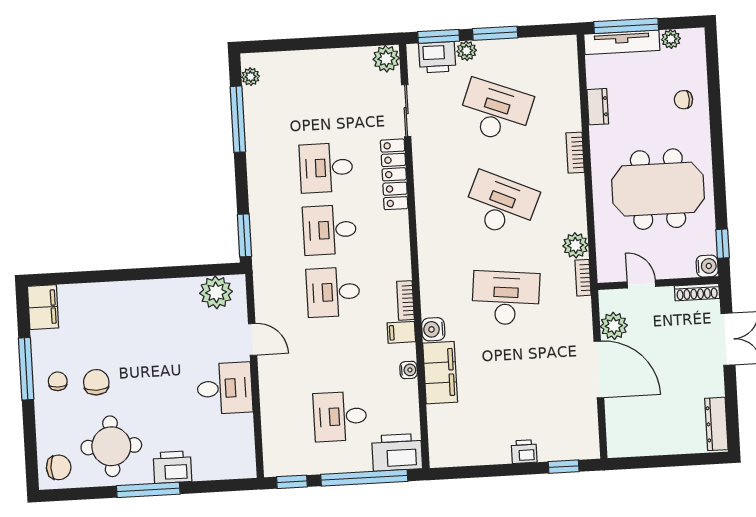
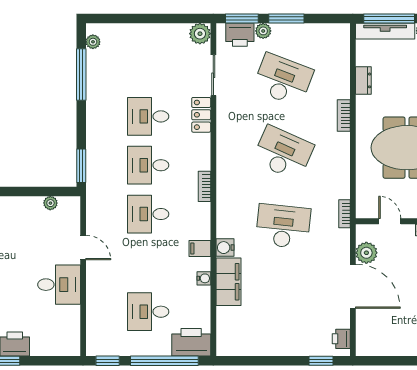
locker: (394, 174) -> (201, 115), width x0.66
plant: (575, 245) -> (340, 188), removed
plant: (216, 292) -> (50, 203), width x0.53, depth x0.53
bookcase: (405, 300) -> (204, 186), moved
printer: (524, 452) -> (341, 339), moved, turned -90

